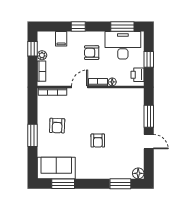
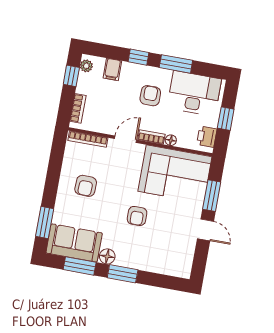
window: (122, 27) -> (176, 64), moved
armchair: (92, 53) -> (150, 96), turned 90
plant: (42, 55) -> (86, 66), moved
corner sofa: (120, 106) -> (175, 174), added
window: (33, 135) -> (45, 222), moved
floor lamp: (138, 173) -> (107, 256), moved
window: (120, 184) -> (123, 274), moved

